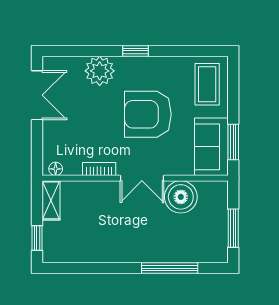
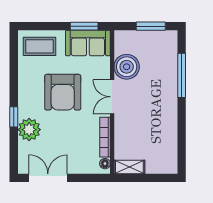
window: (135, 51) -> (14, 117), moved
bookcase: (99, 169) -> (105, 137), width x1.56
double door: (142, 178) -> (112, 97), swing flipped
window: (37, 238) -> (158, 178), removed

